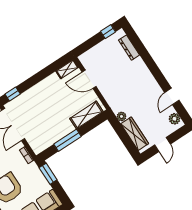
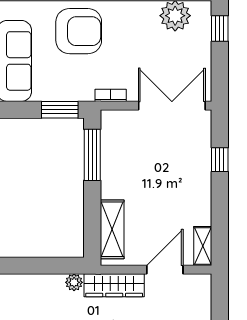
window: (13, 94) -> (220, 160), moved
wardrobe: (135, 134) -> (114, 285), moved
window: (67, 140) -> (92, 155), moved

